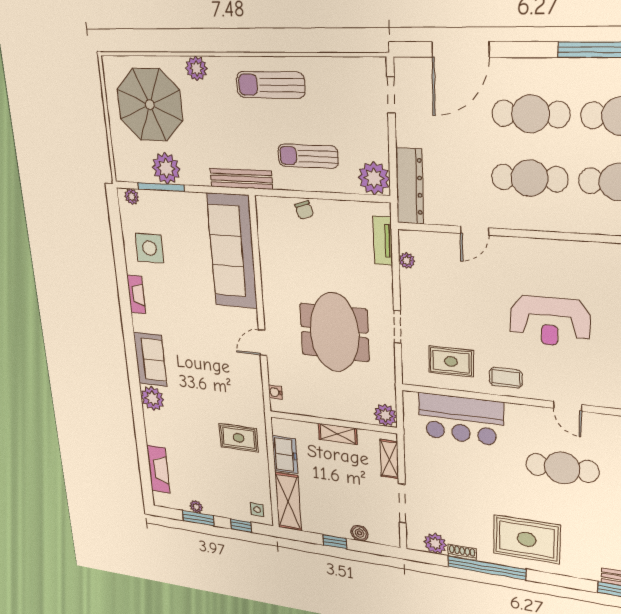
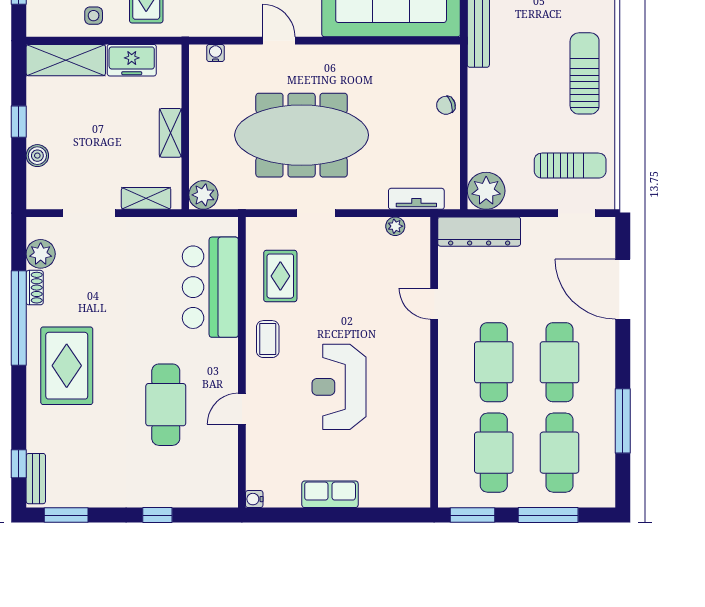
sun lounger: (308, 156) -> (570, 166), moved, turned 90
meeting table: (334, 332) -> (302, 135), width x1.36
side table: (257, 510) -> (94, 16), moved

